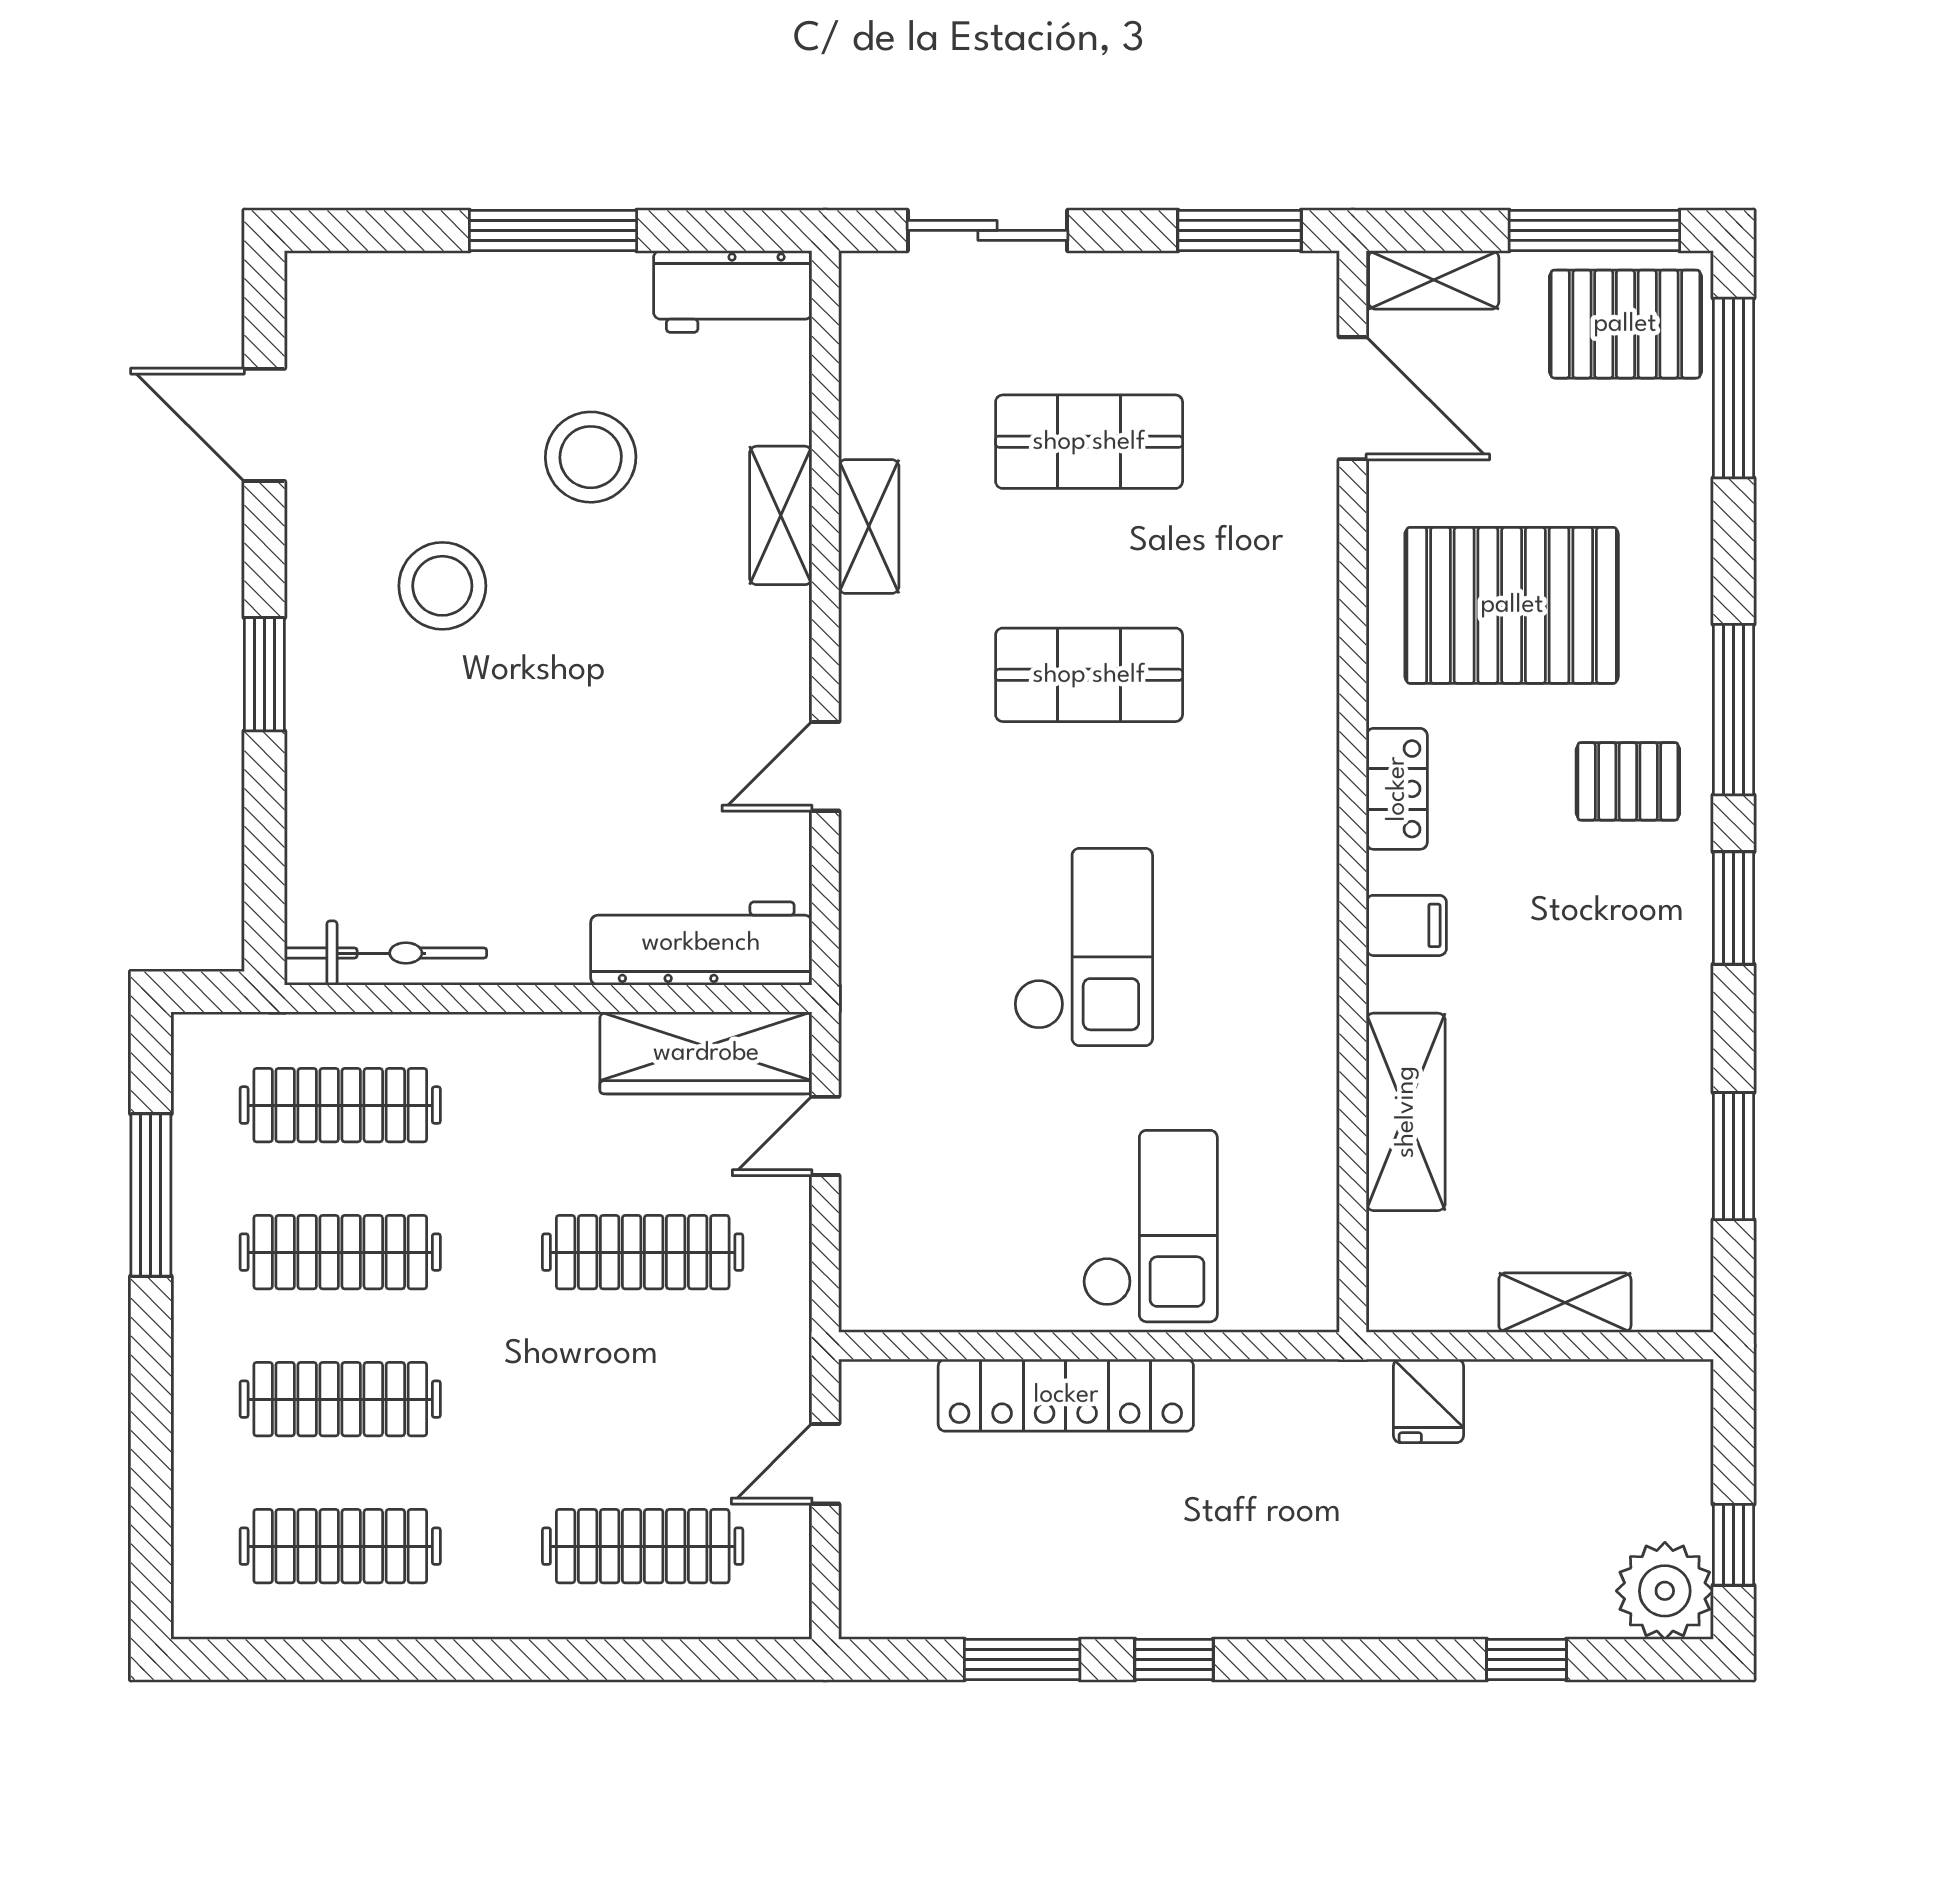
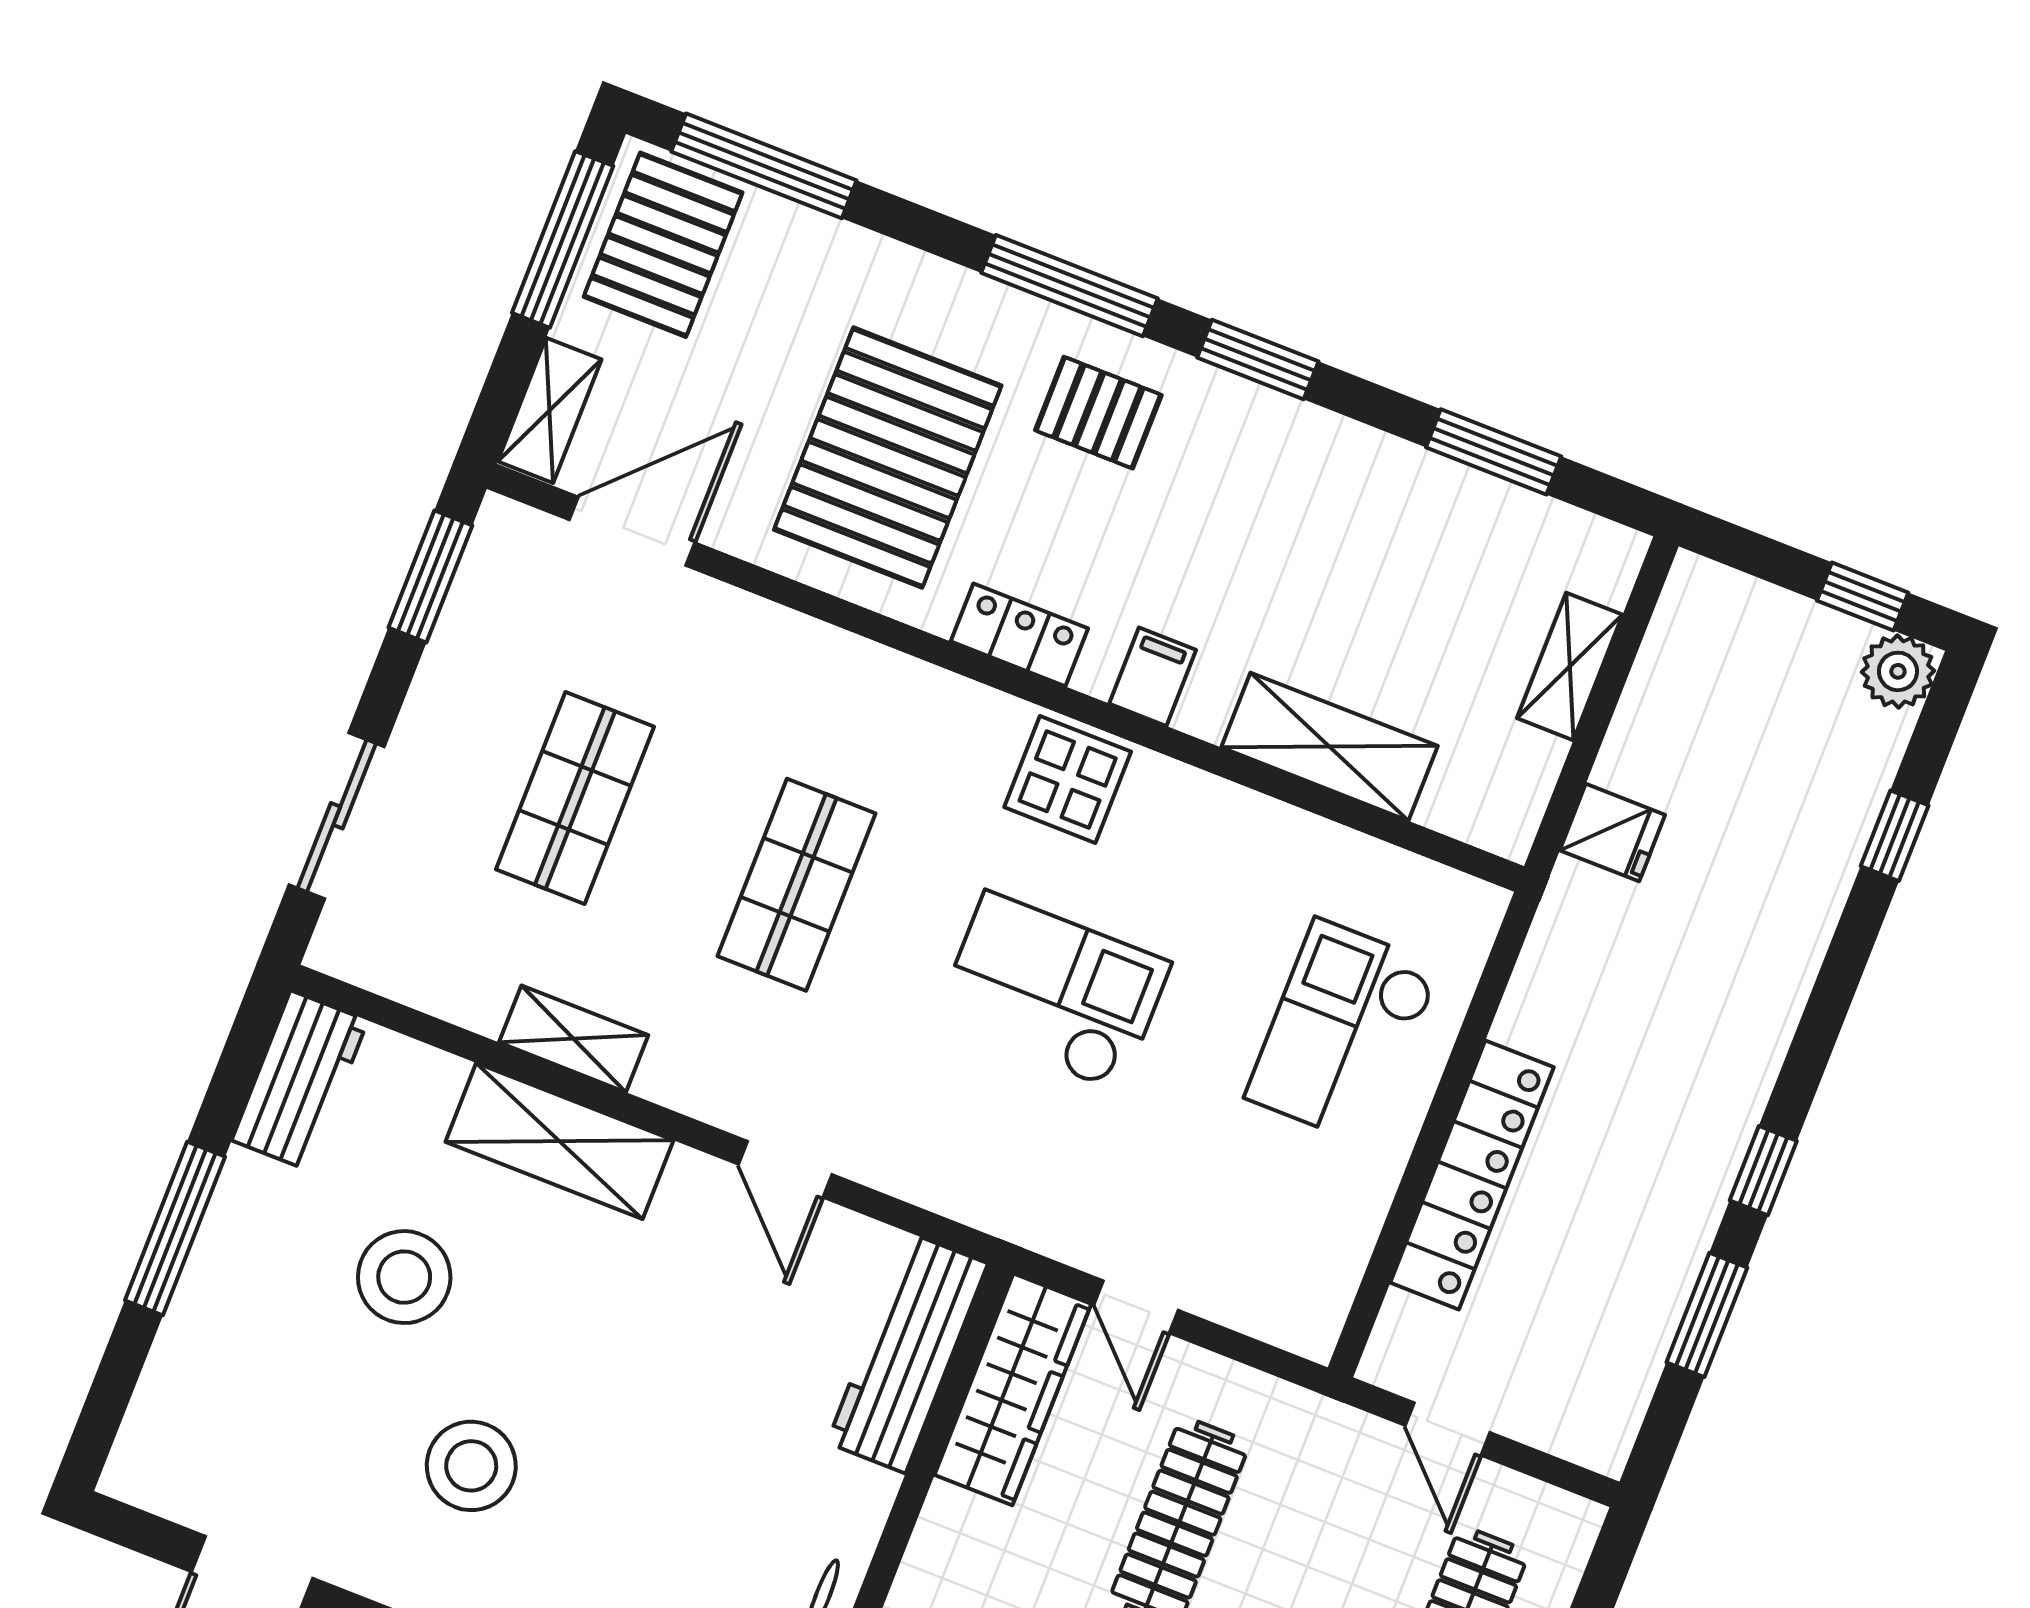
shelving: (781, 515) -> (559, 1141), width x1.50, depth x1.33
pallet: (1628, 781) -> (1098, 413), turned 90
display table: (1282, 885) -> (1068, 779), added
checkout: (1150, 1226) -> (1343, 1032), turned -90
plant: (1665, 1591) -> (1898, 671), width x0.73, depth x0.73

